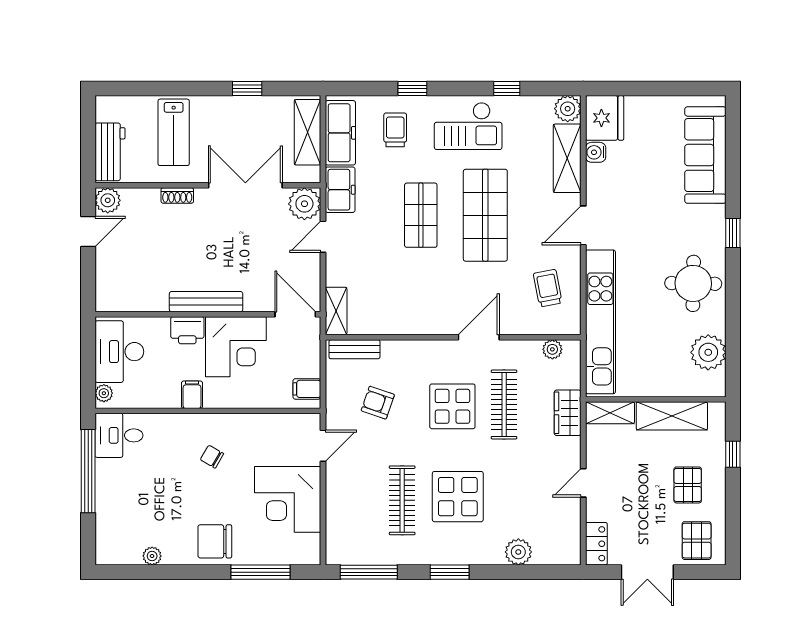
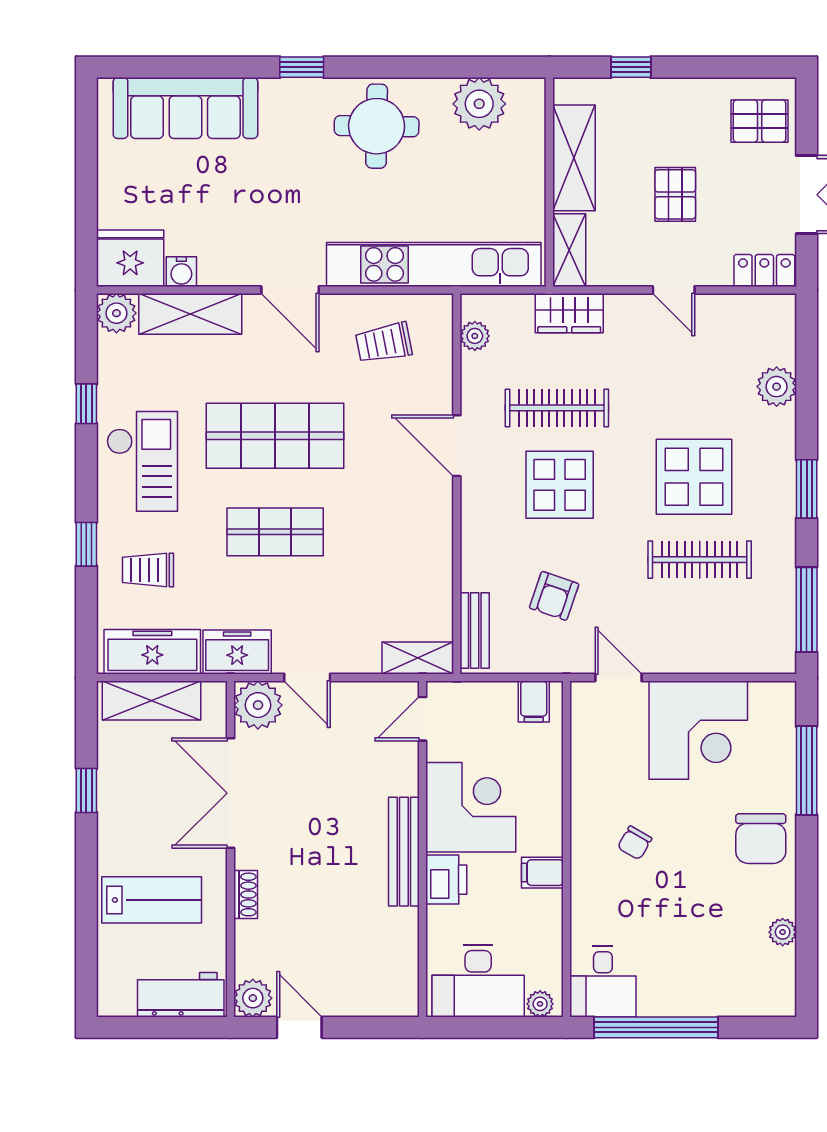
door: (295, 314) -> (422, 719), width x0.73
pallet: (688, 485) -> (675, 194), moved, turned 90

